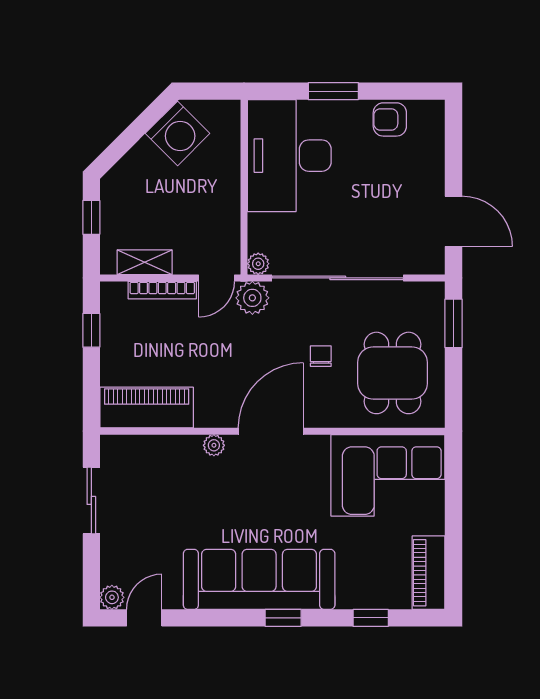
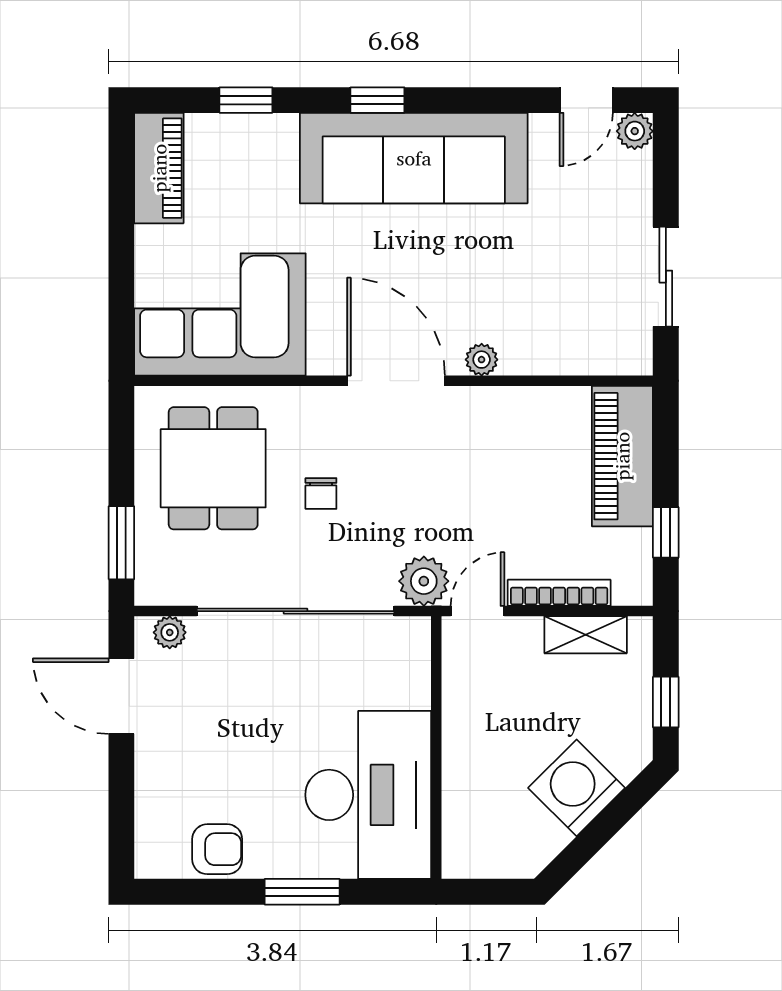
washing machine: (178, 133) -> (577, 788), moved
plant: (258, 264) -> (170, 632), moved
piano: (147, 407) -> (622, 456), moved, turned 90
door: (271, 431) -> (396, 381), swing flipped

